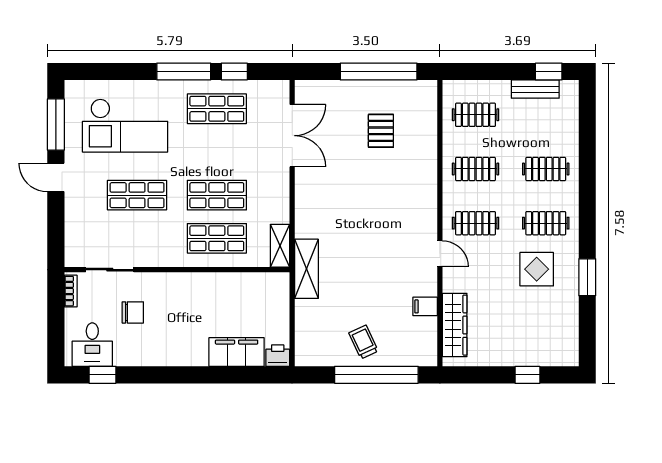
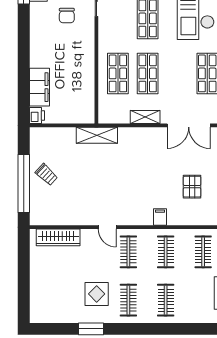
pallet: (381, 131) -> (192, 187), turned 90
shelving: (280, 246) -> (145, 117), moved
door: (440, 254) -> (107, 227), hinge flipped
filing cabinet: (425, 306) -> (160, 217), moved
trolley: (363, 342) -> (46, 175), turned 68
window: (527, 375) -> (24, 288), removed

